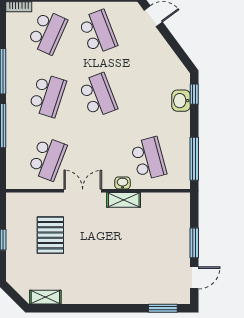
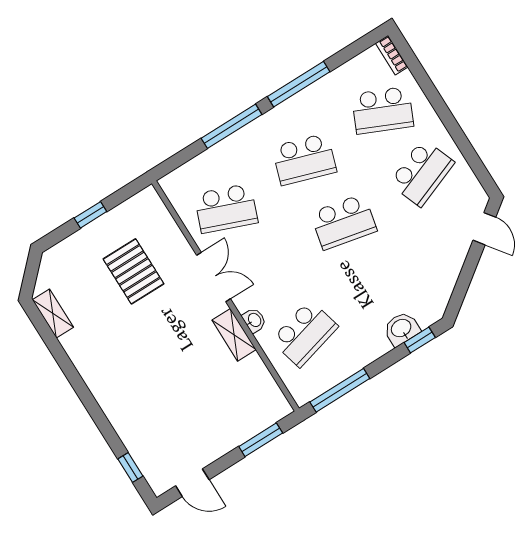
school desk: (98, 95) -> (344, 222), turned 33
pallet: (50, 235) -> (134, 271), turned 90
window: (194, 243) -> (261, 440), moved
window: (163, 308) -> (130, 468), width x0.67

